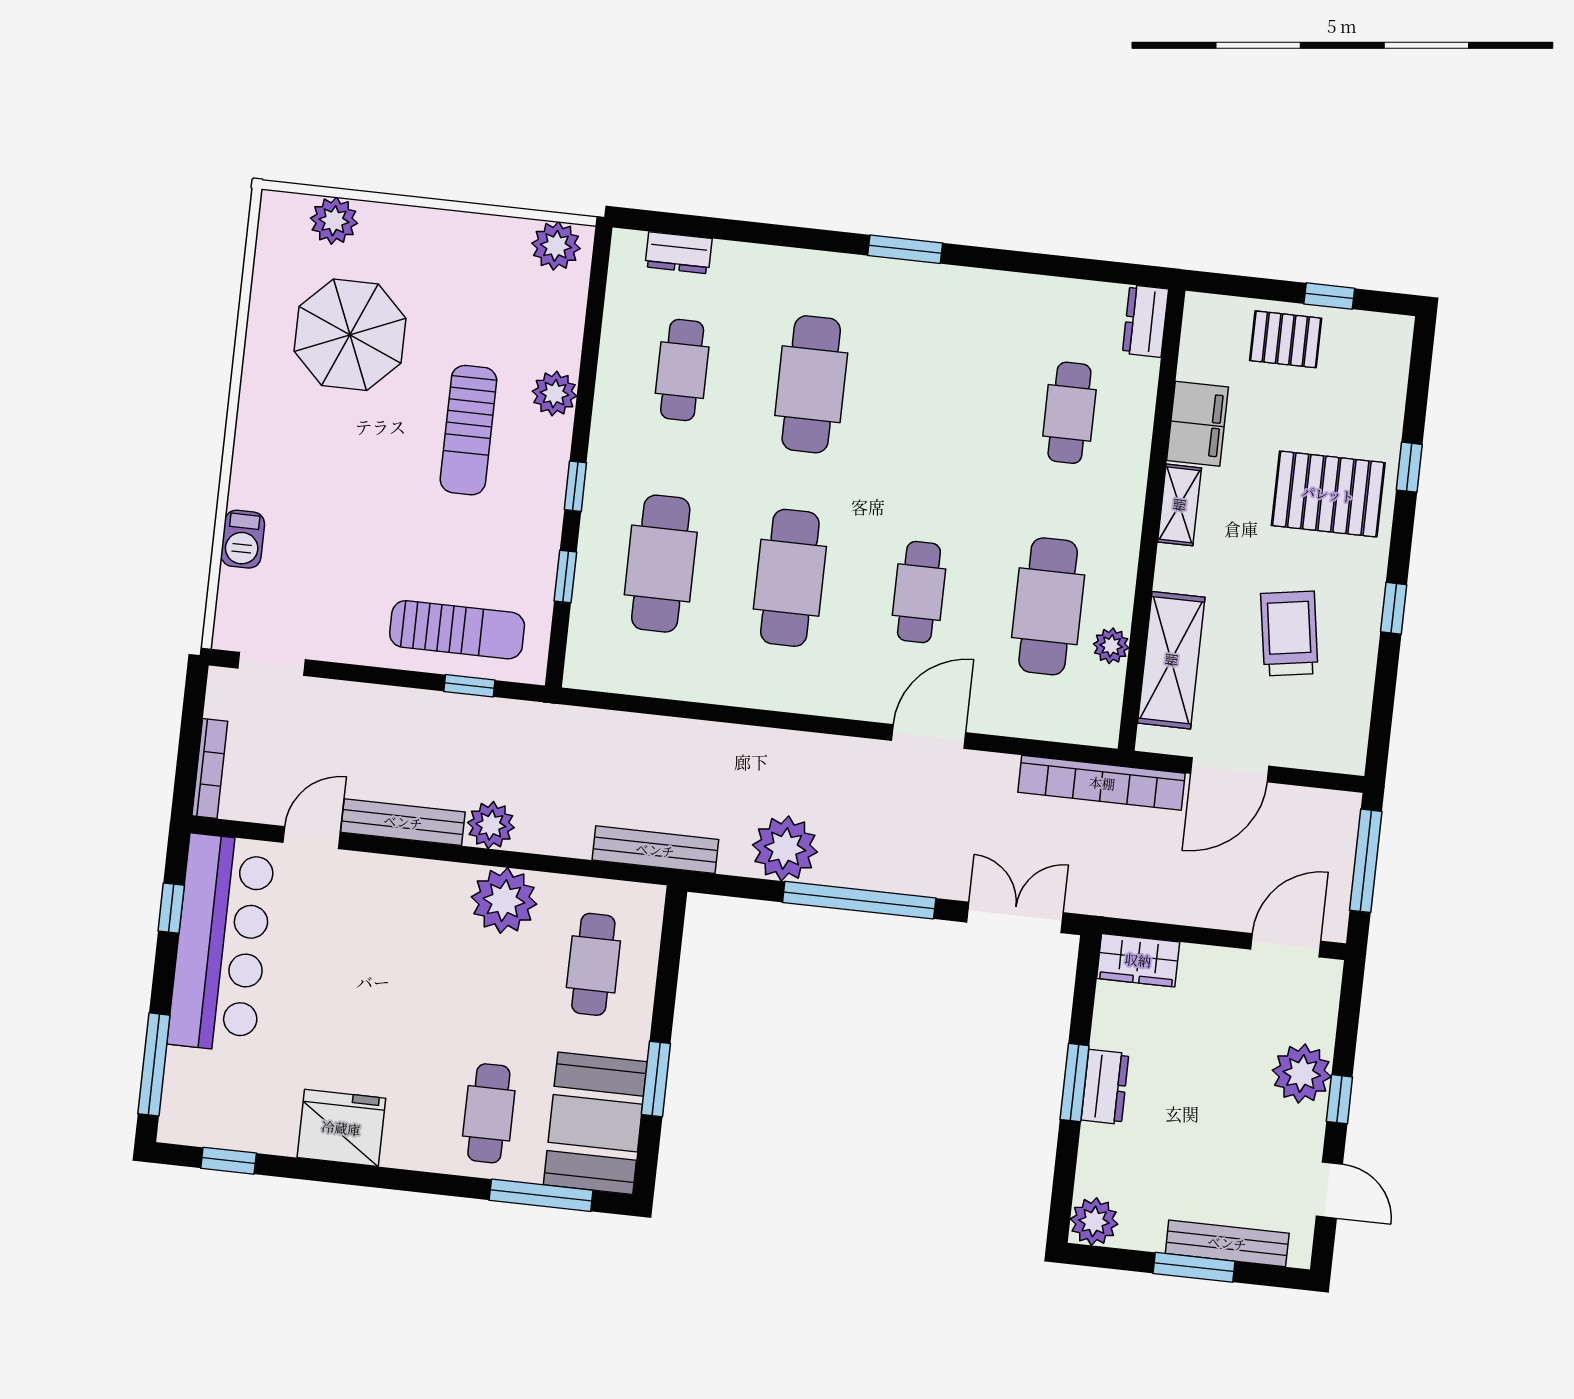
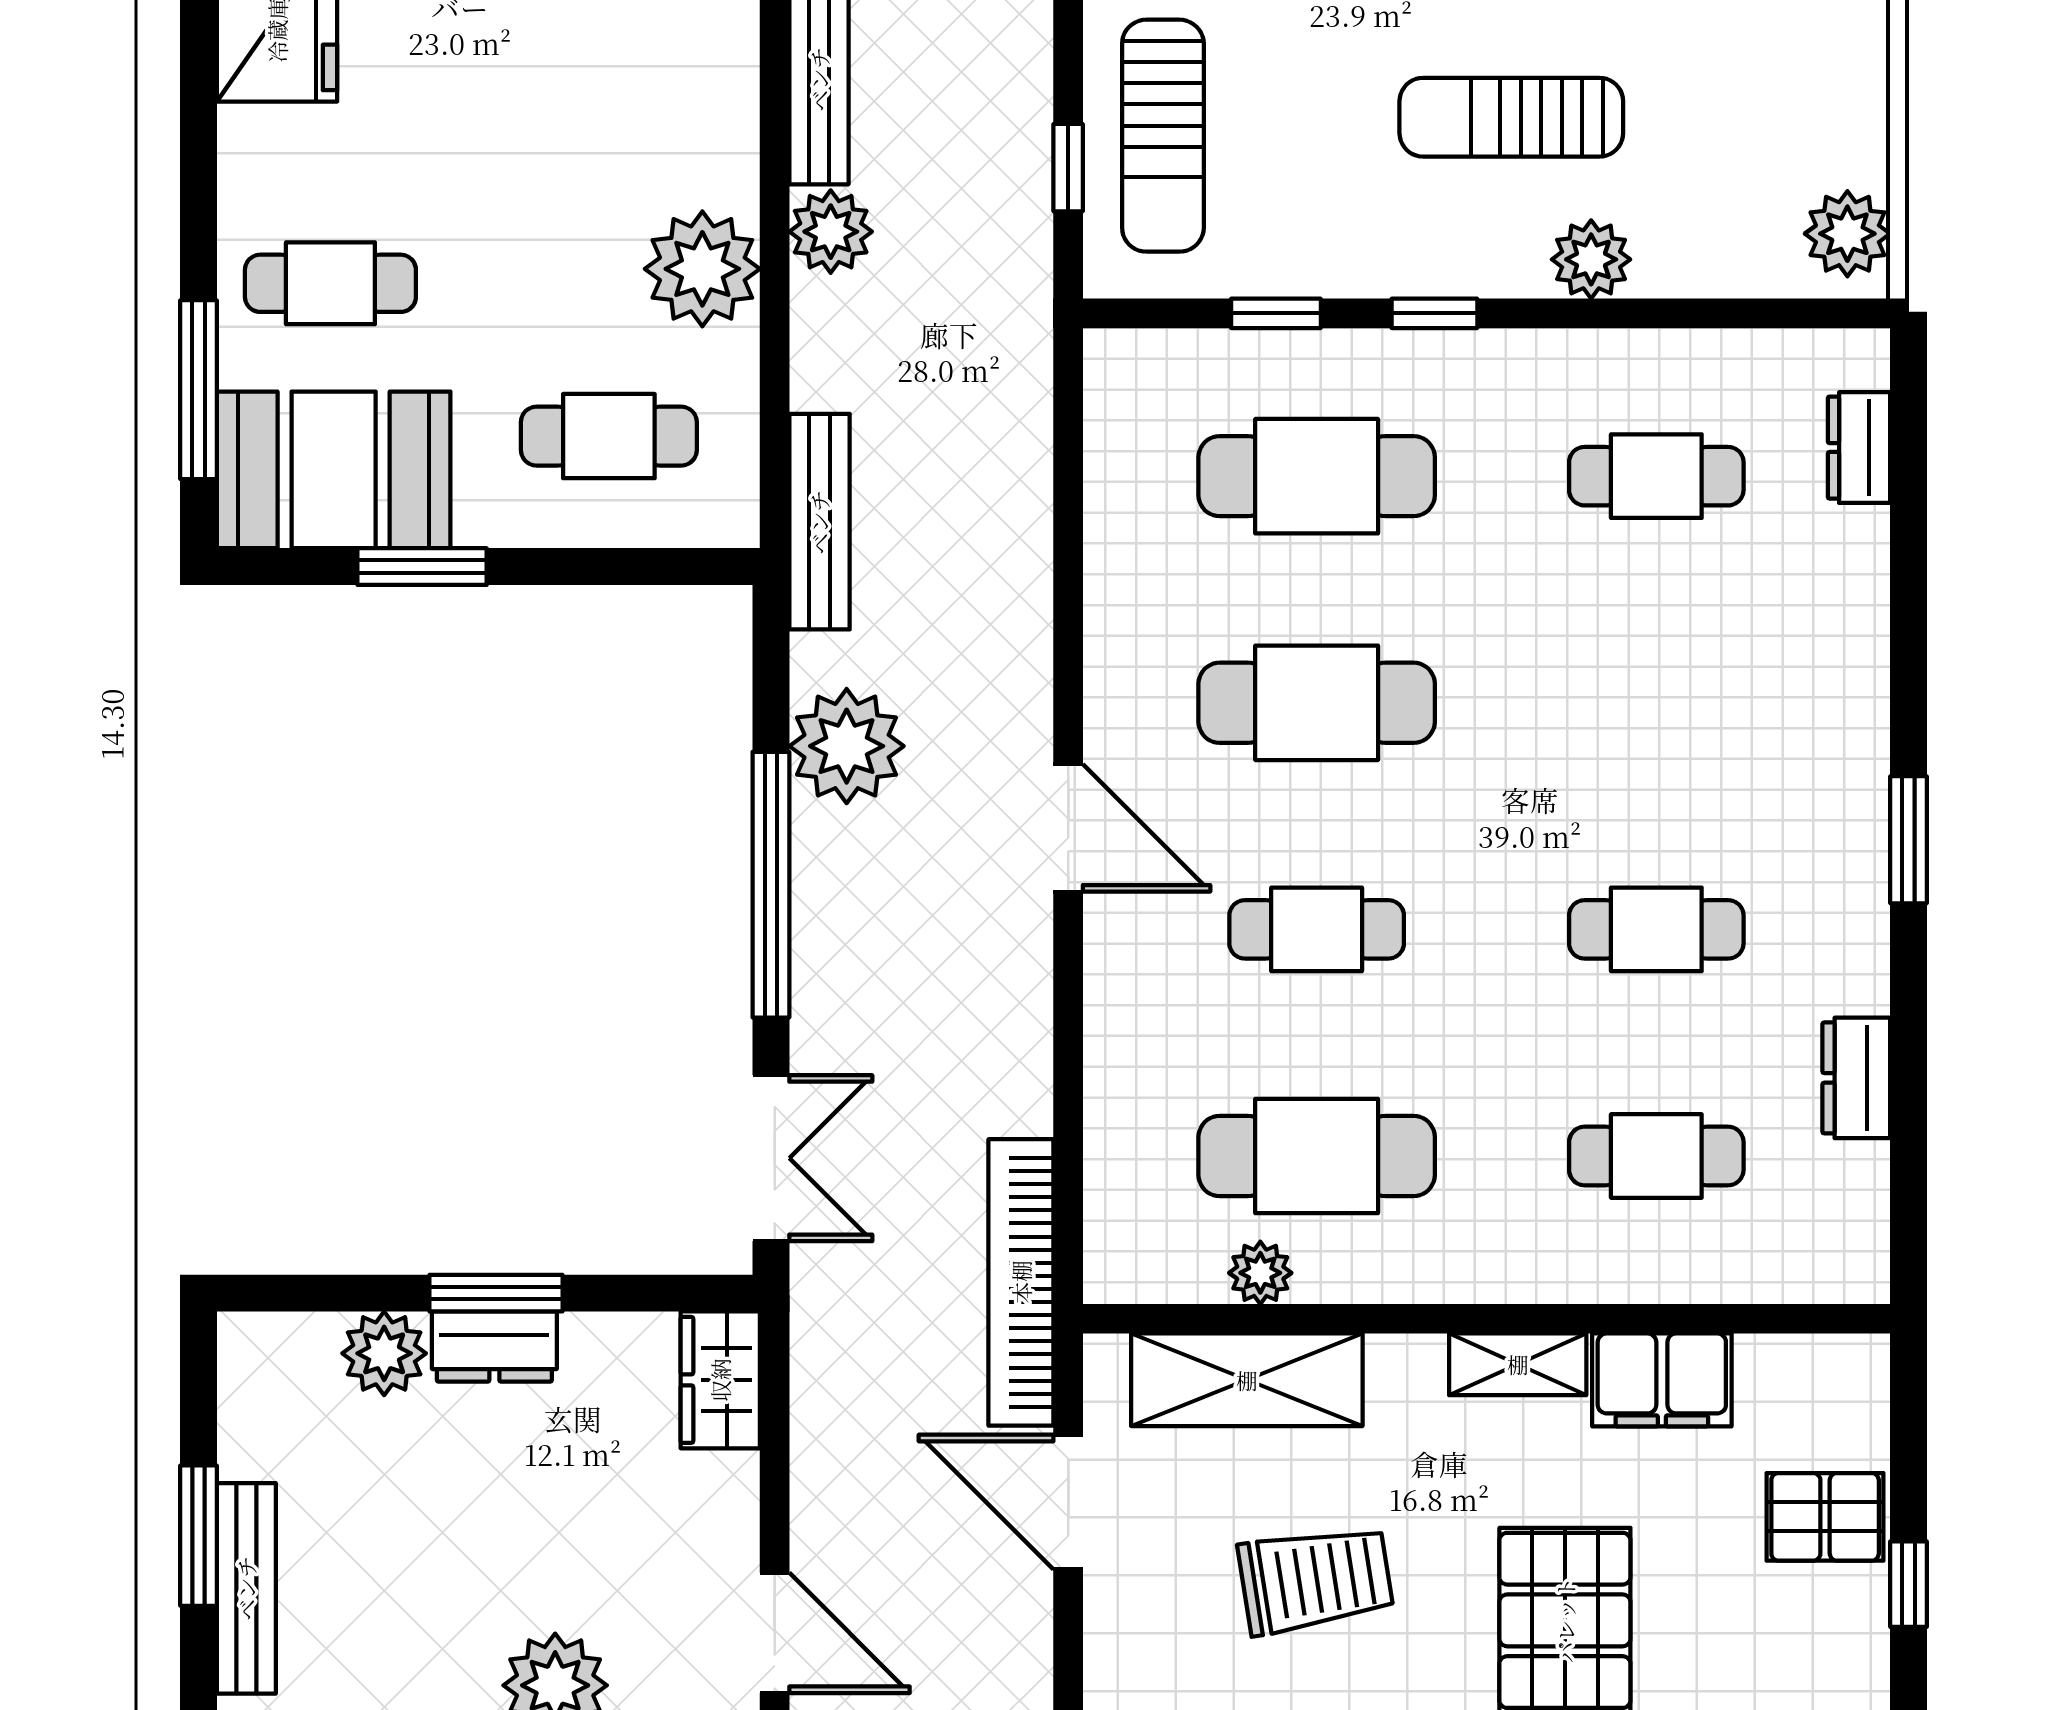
dresser: (1145, 321) -> (1856, 1078), moved, turned -90
pallet: (1286, 339) -> (1825, 1517), turned 90
cafe table: (811, 384) -> (1656, 929), moved, width x0.73, depth x0.74
door: (929, 736) -> (1068, 828), moved
plant: (1094, 1221) -> (384, 1353), moved

